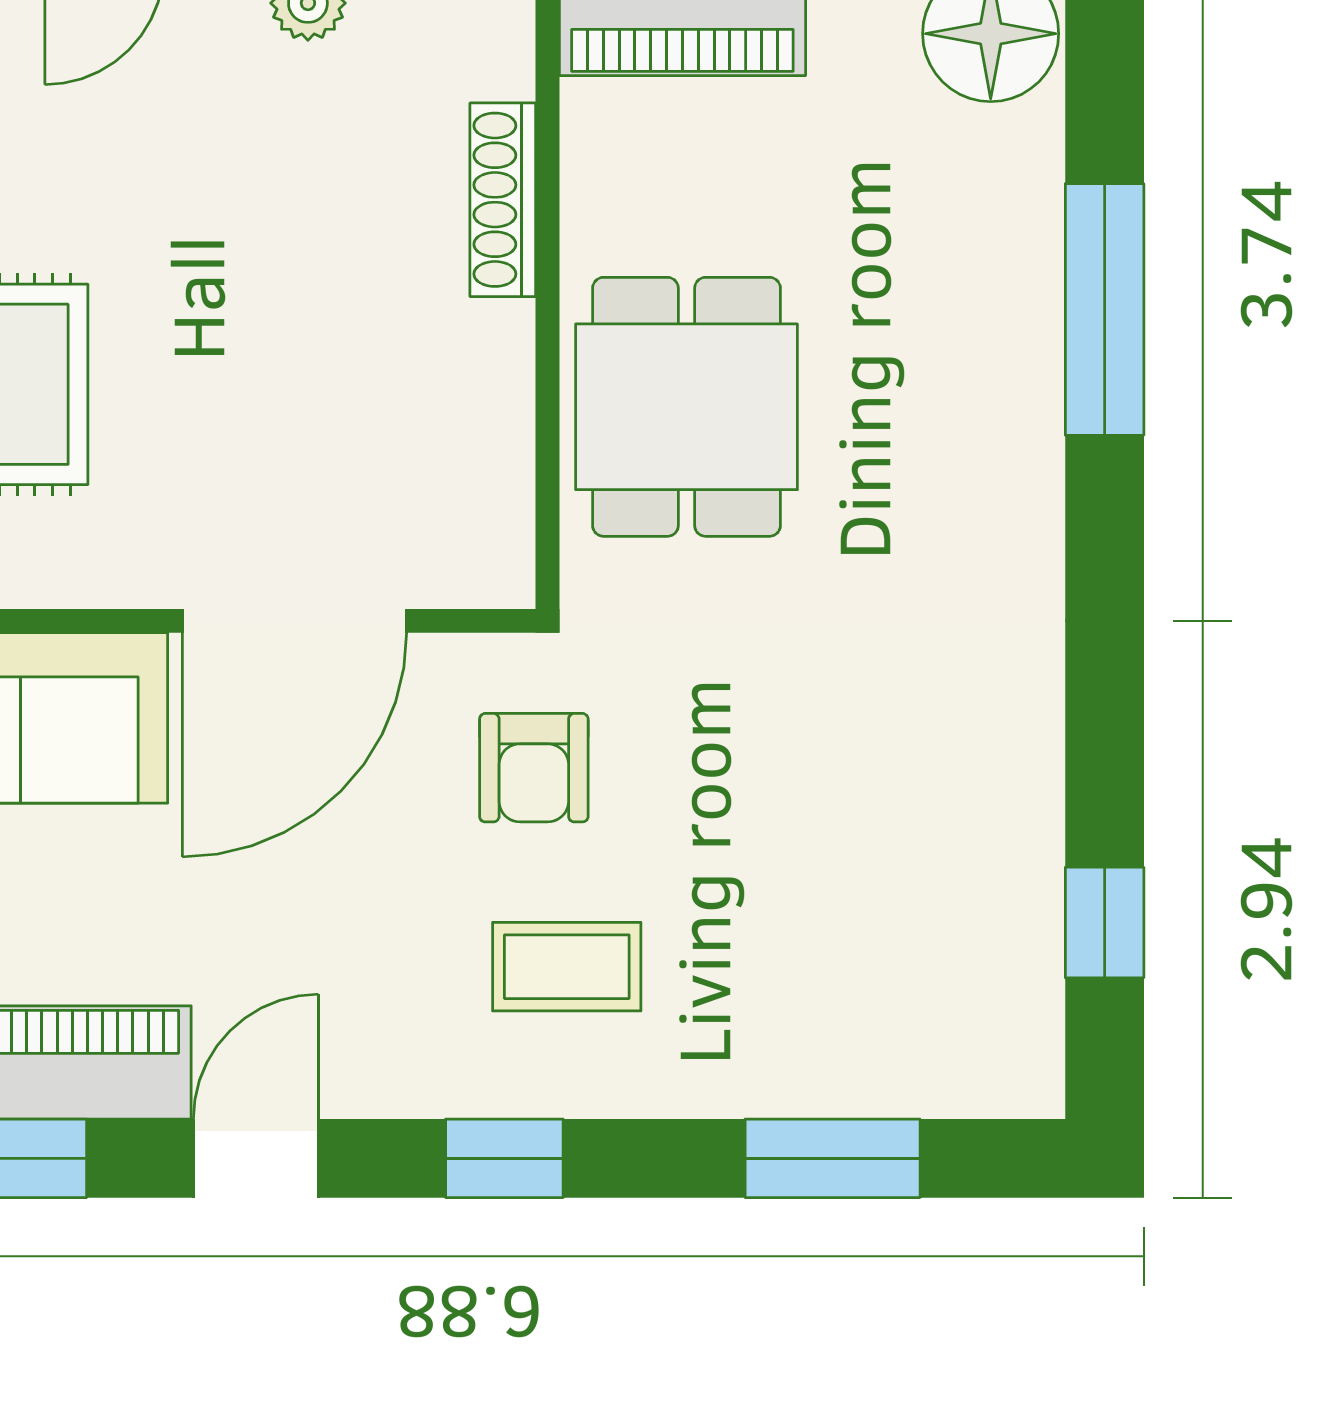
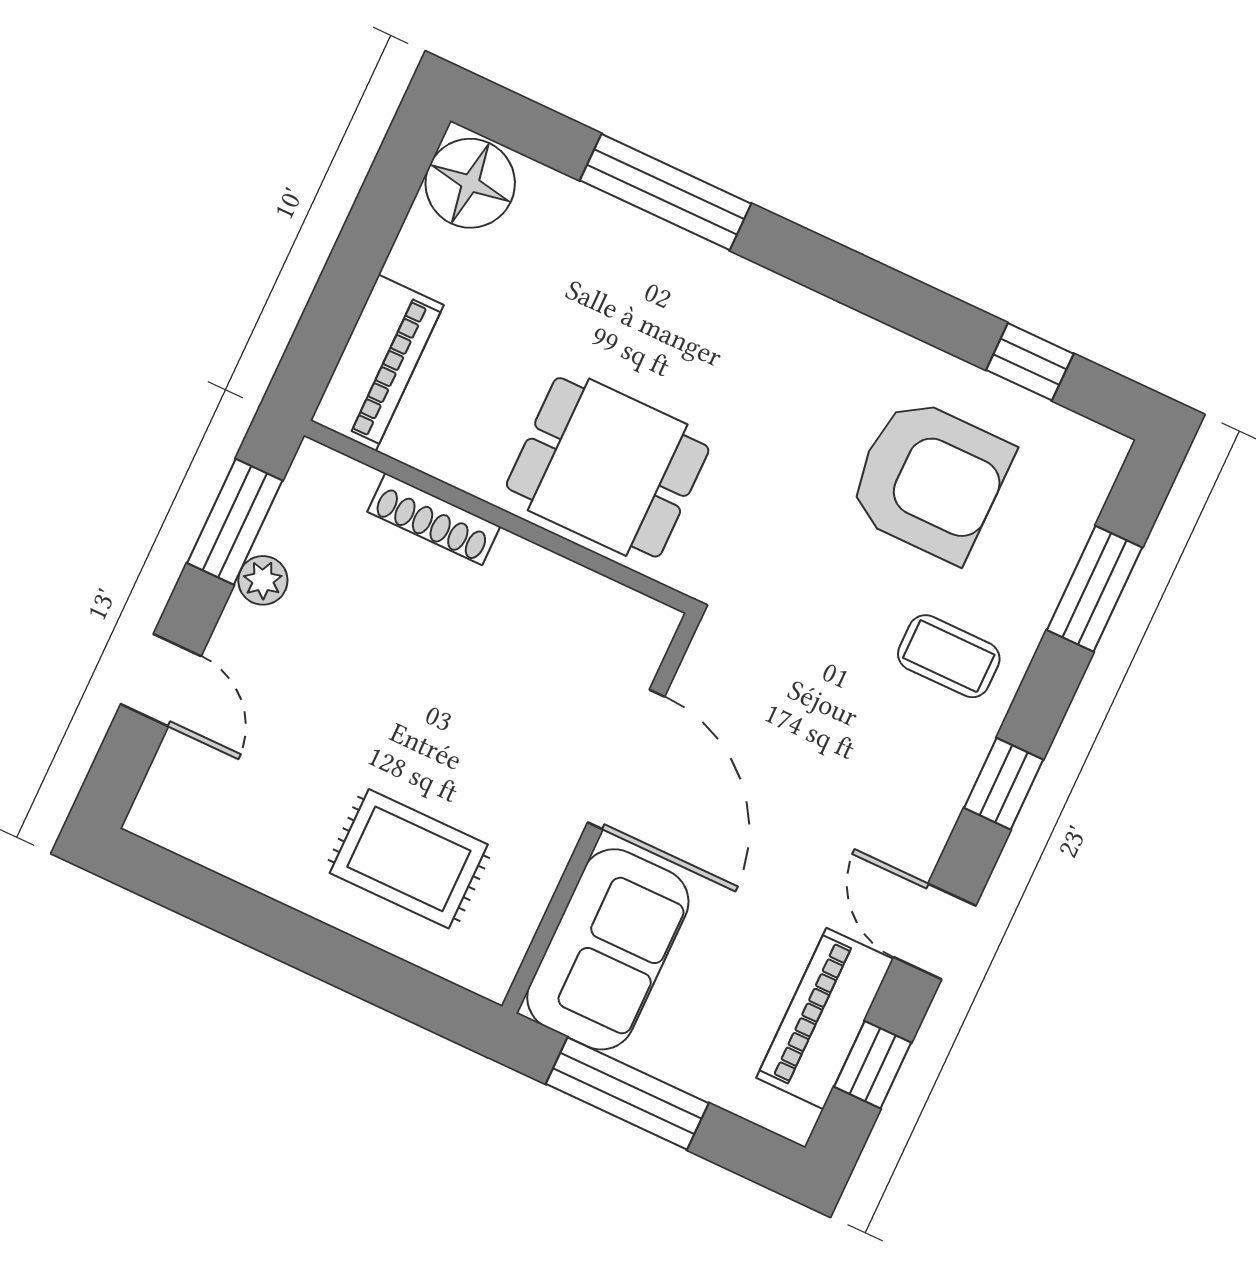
armchair: (534, 768) -> (930, 479), moved, width x1.88, depth x1.88
coffee table: (567, 967) -> (949, 656), moved, turned 90

